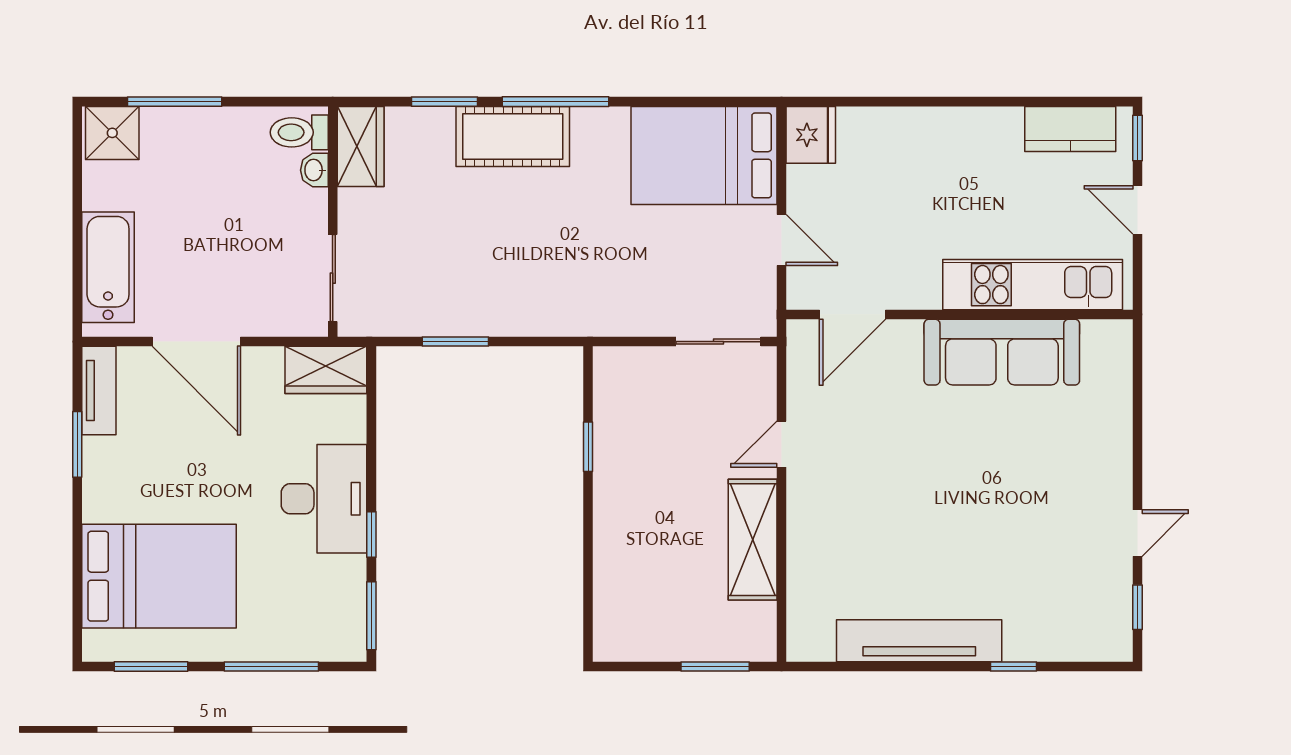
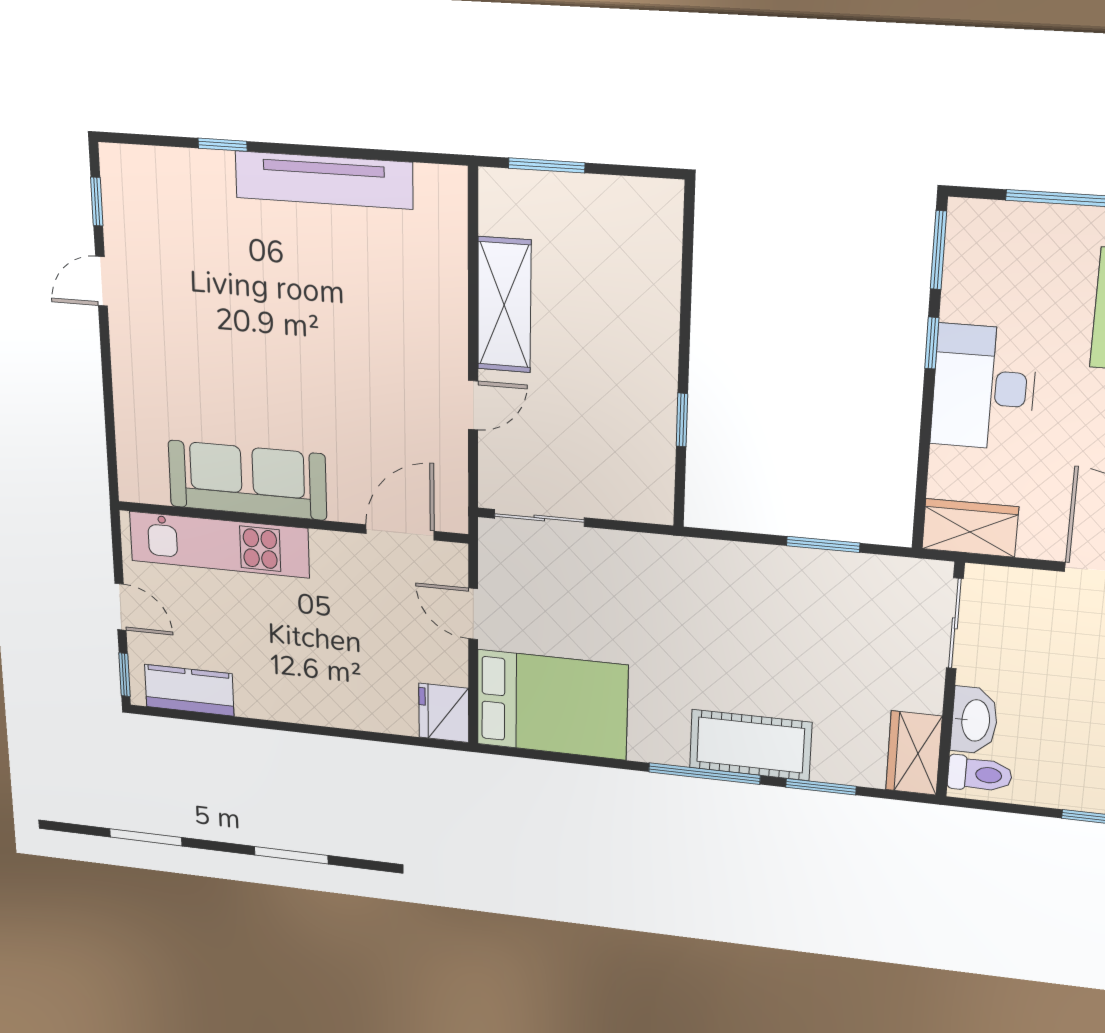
washbasin: (314, 170) -> (974, 720), width x1.91, depth x1.45

